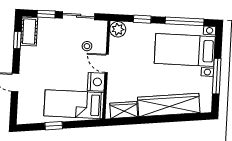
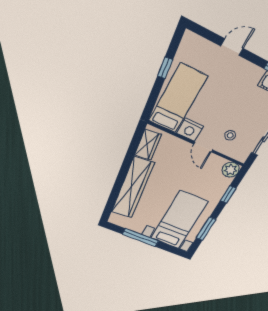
window: (185, 21) -> (206, 229), width x0.69
door: (107, 63) -> (203, 147), swing flipped

